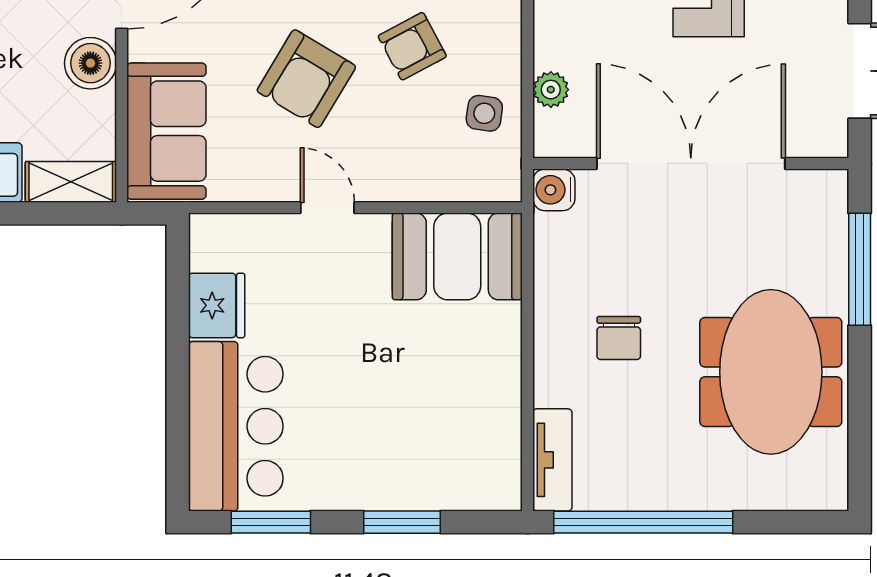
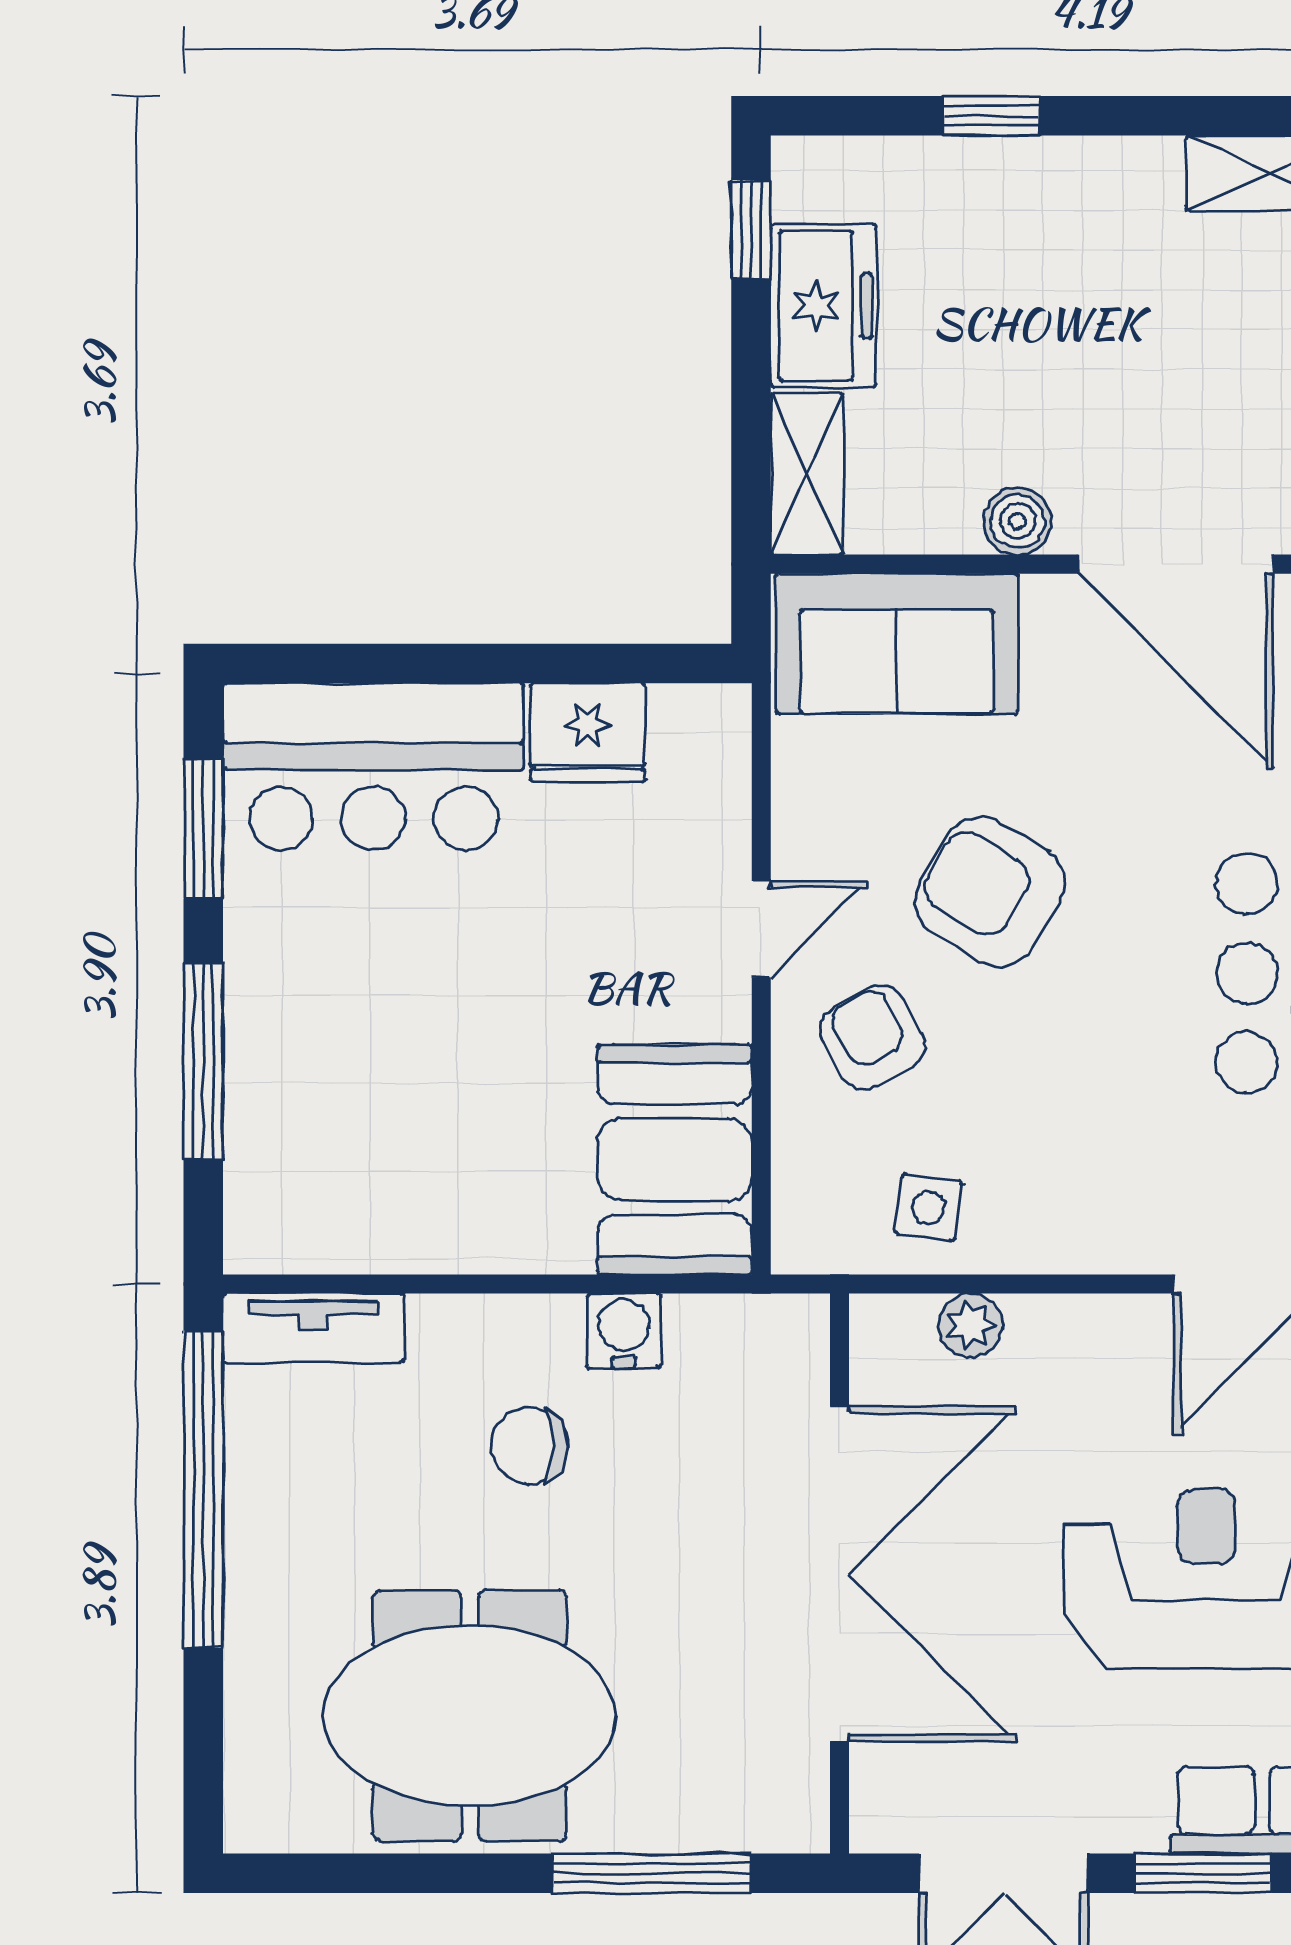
armchair: (412, 46) -> (873, 1038), moved
boiler: (90, 63) -> (1017, 521), width x0.73, depth x0.73
water cooler: (554, 190) -> (624, 1331), moved
window: (402, 522) -> (203, 1061), width x1.44

